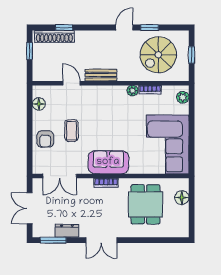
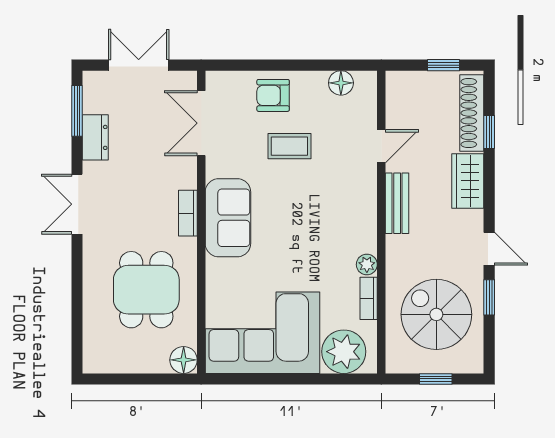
wardrobe: (89, 39) -> (468, 181), added
plant: (183, 97) -> (344, 352), width x1.87, depth x1.87
floor lamp: (182, 198) -> (184, 360), moved
dining table: (145, 204) -> (146, 290), turned 90

